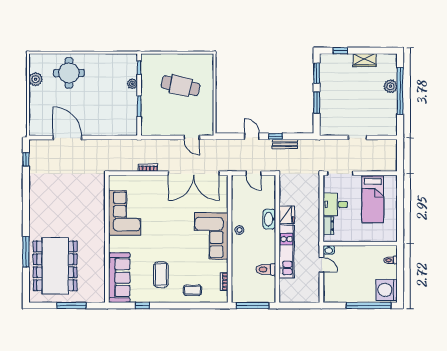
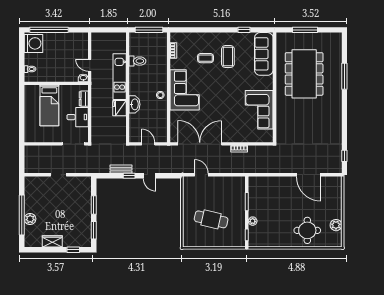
bed: (373, 199) -> (49, 105), moved, turned 180
dining table: (55, 266) -> (304, 74), moved
coffee table: (193, 290) -> (205, 58), moved

